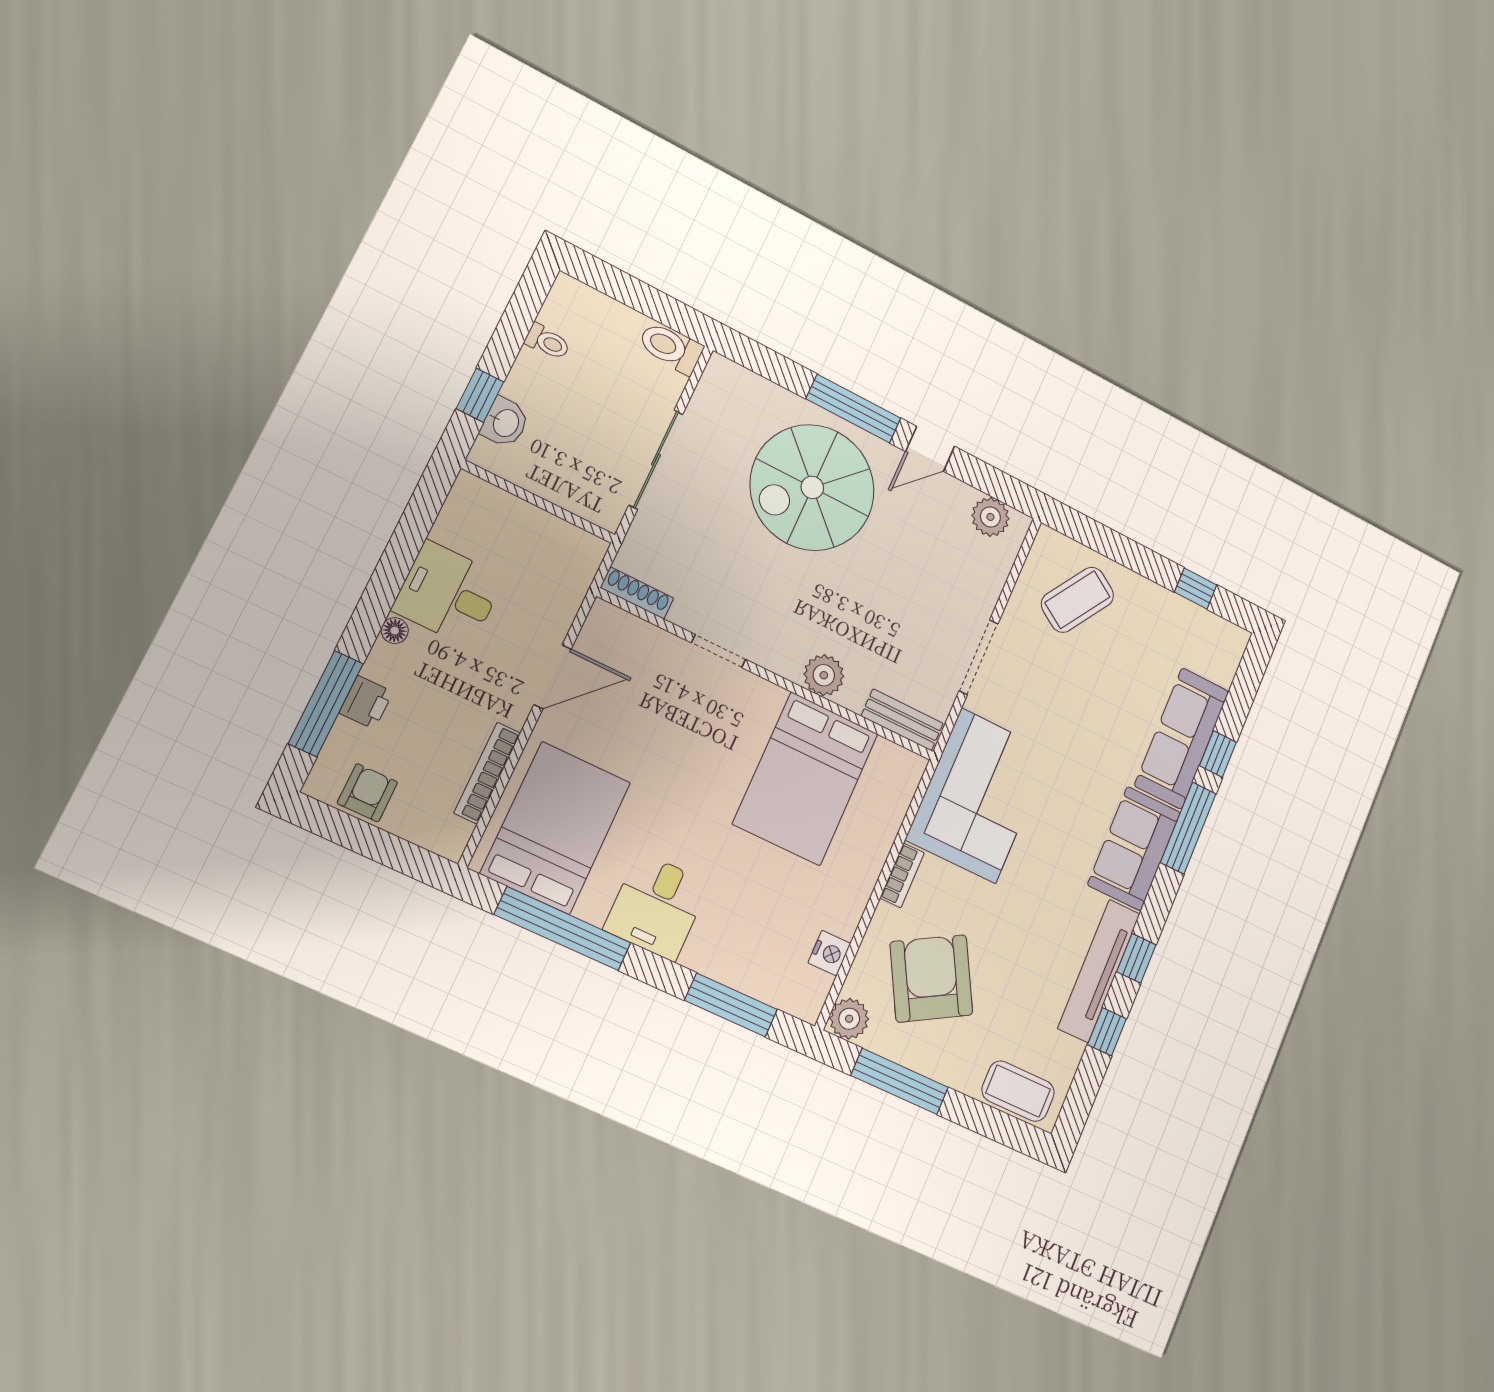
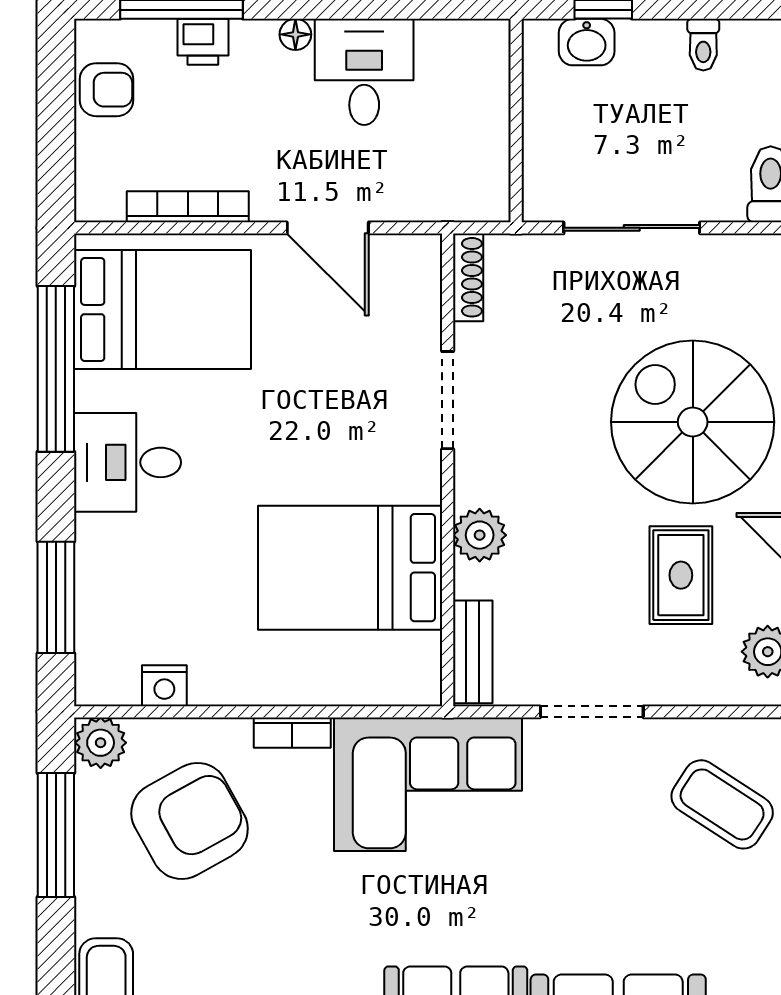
rug: (913, 549) -> (681, 575), added
doorway: (718, 651) -> (448, 400), width x1.38

